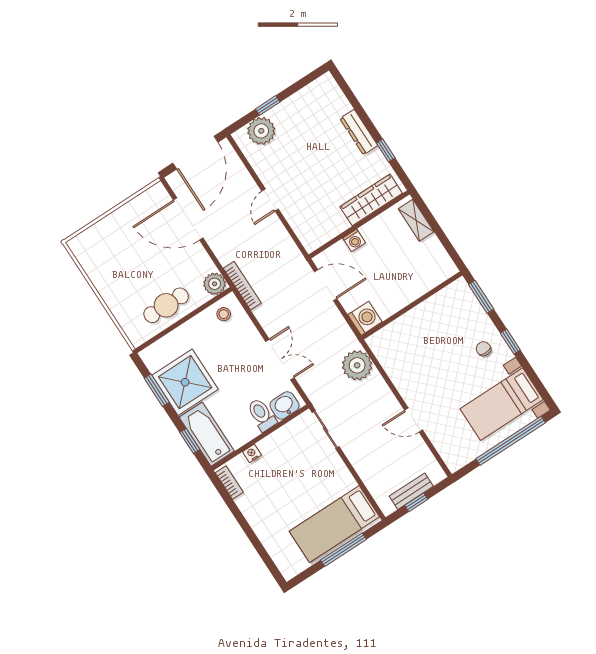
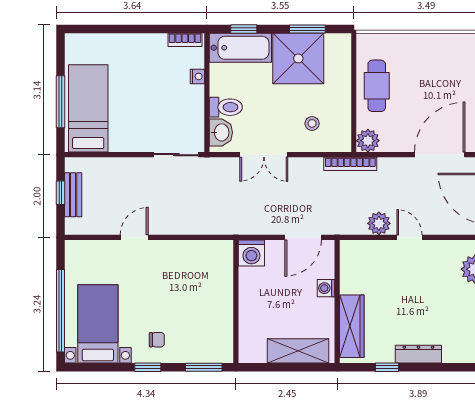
shelving: (416, 220) -> (298, 351), width x1.50, depth x1.33
stool: (224, 314) -> (312, 123), moved
plant: (357, 365) -> (379, 223), moved, width x0.73, depth x0.73

